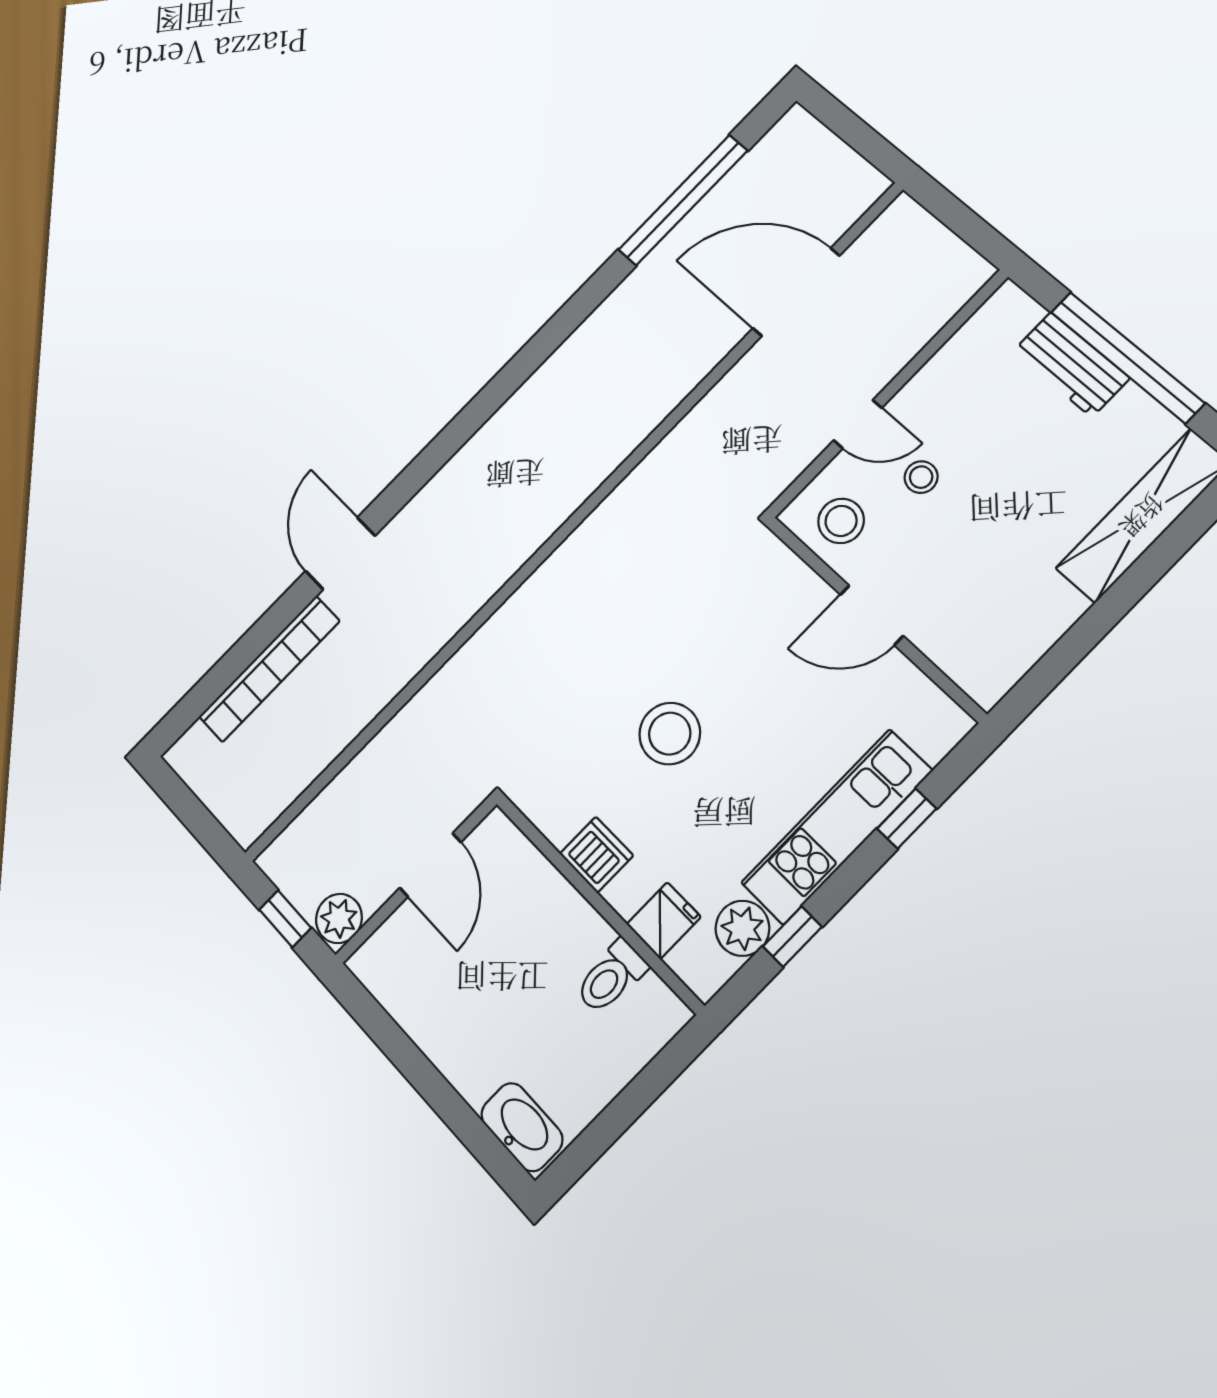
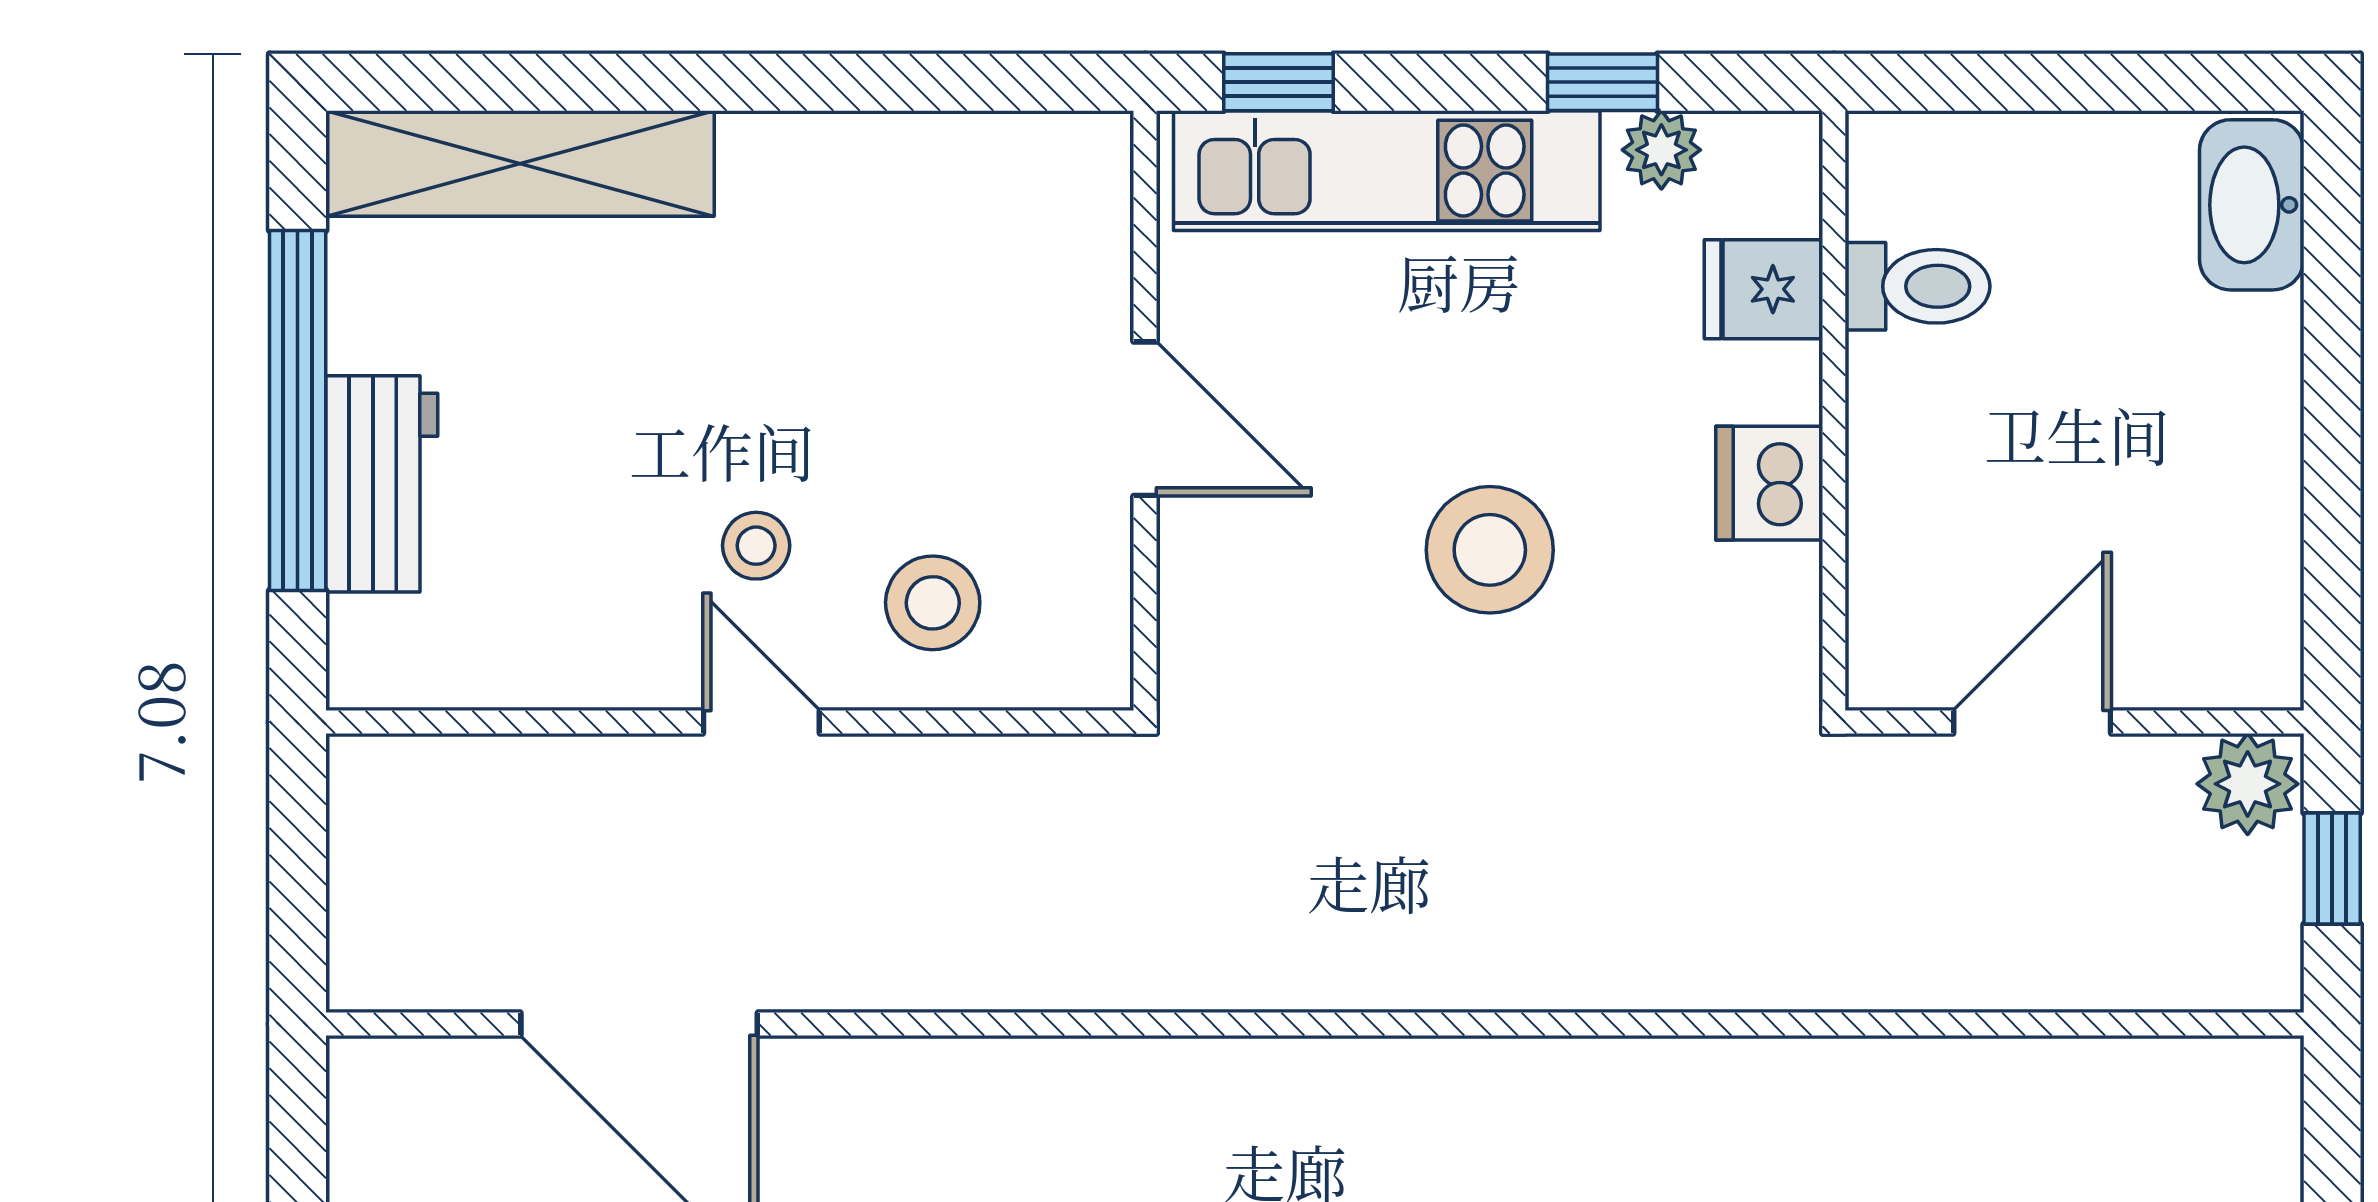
door: (872, 615) -> (1145, 419), moved
wall: (875, 618) -> (1145, 411), moved
plant: (742, 928) -> (1661, 150), width x0.73, depth x0.73

